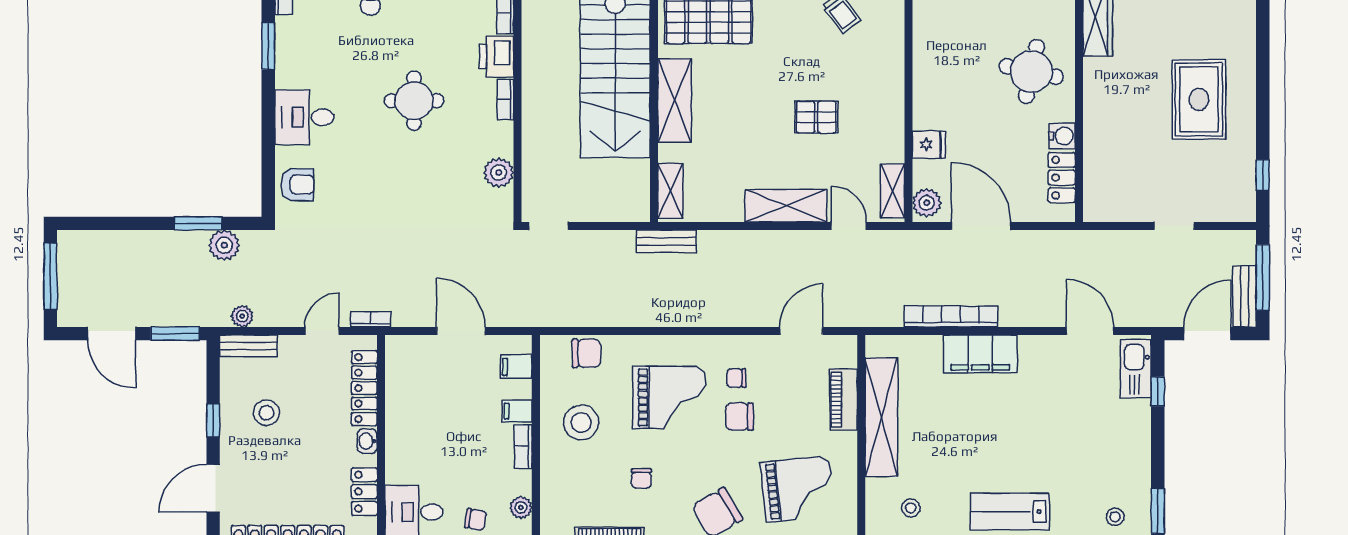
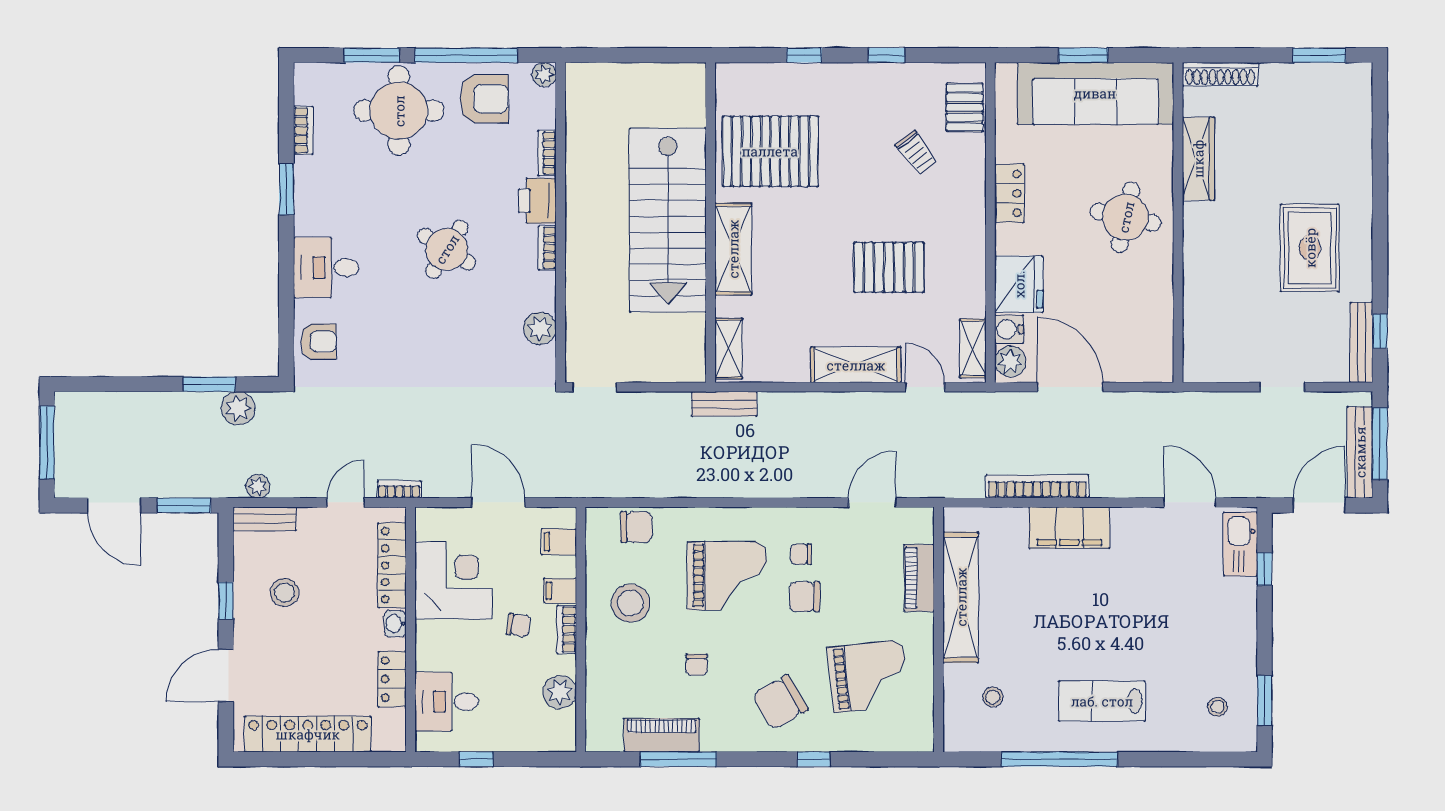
round table: (414, 101) -> (447, 249), turned 32
pallet: (816, 117) -> (889, 267), width x1.50, depth x1.42
water cooler: (1062, 136) -> (1009, 329), moved, turned 180
fridge: (929, 145) -> (1019, 284), width x1.88, depth x1.34
locker: (1062, 178) -> (1009, 193), moved, turned 180
bench: (1246, 185) -> (1361, 342), added
bench: (1245, 296) -> (1360, 452), width x1.36
corner desk: (420, 402) -> (454, 580), added
plant: (521, 507) -> (560, 692), width x1.38, depth x1.38
chair: (476, 519) -> (519, 625), moved

